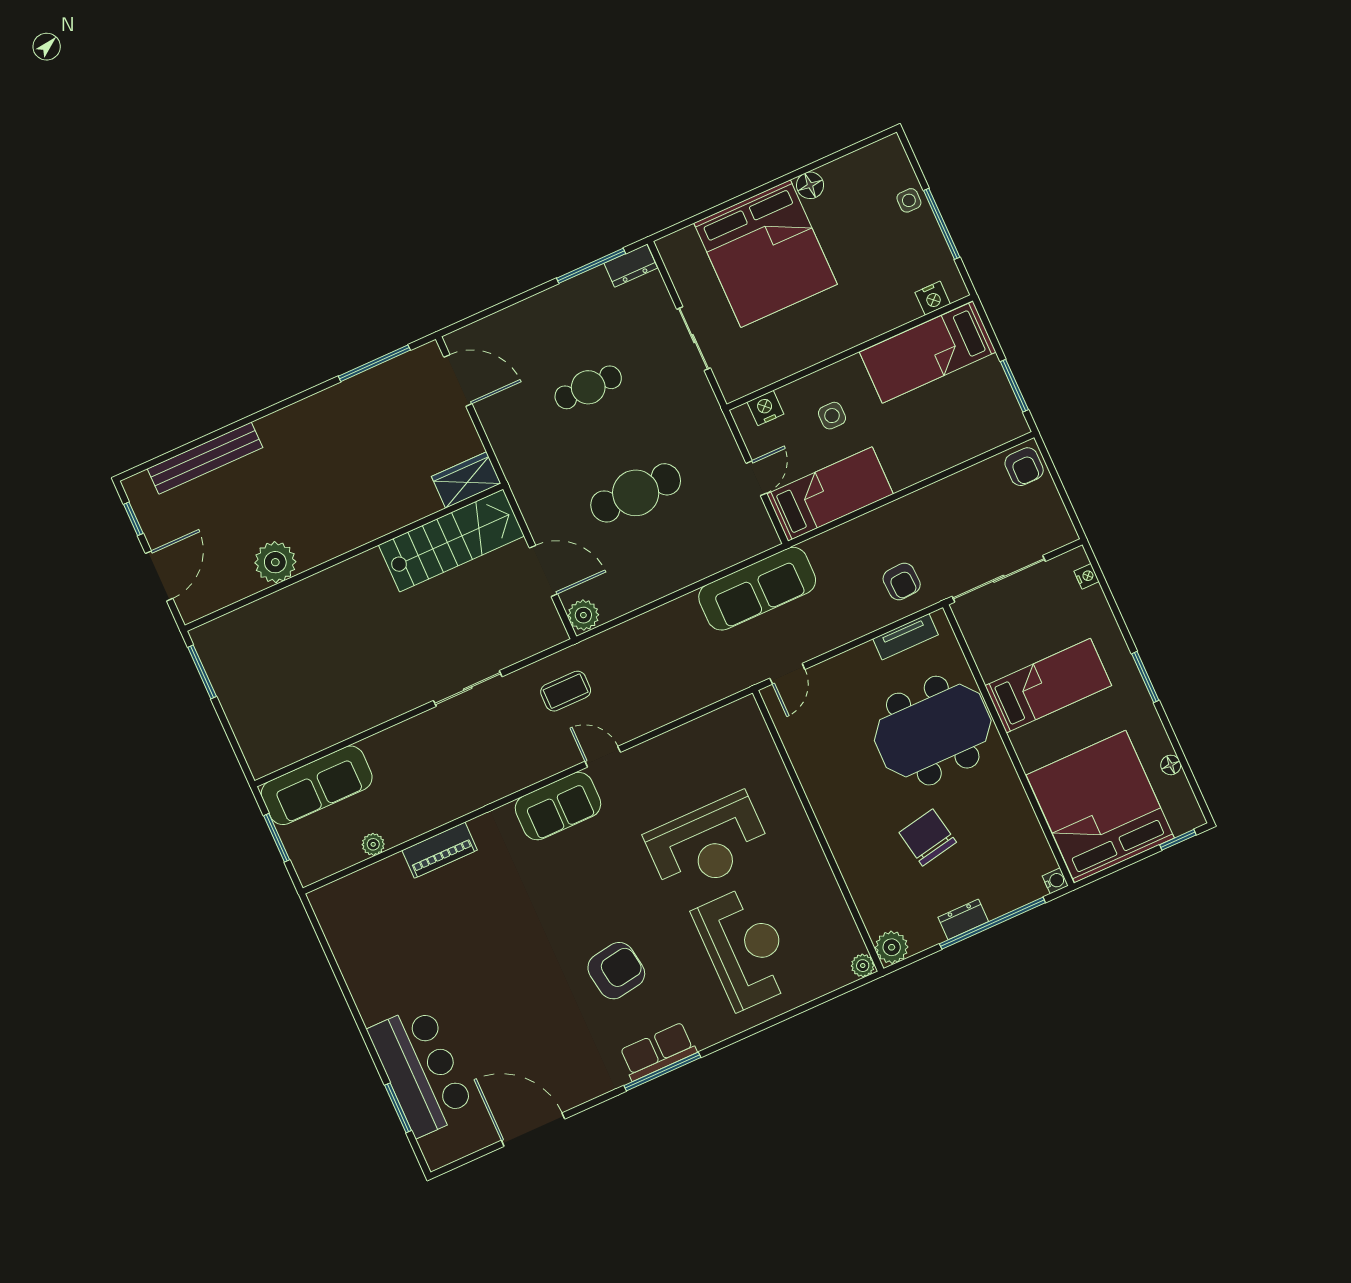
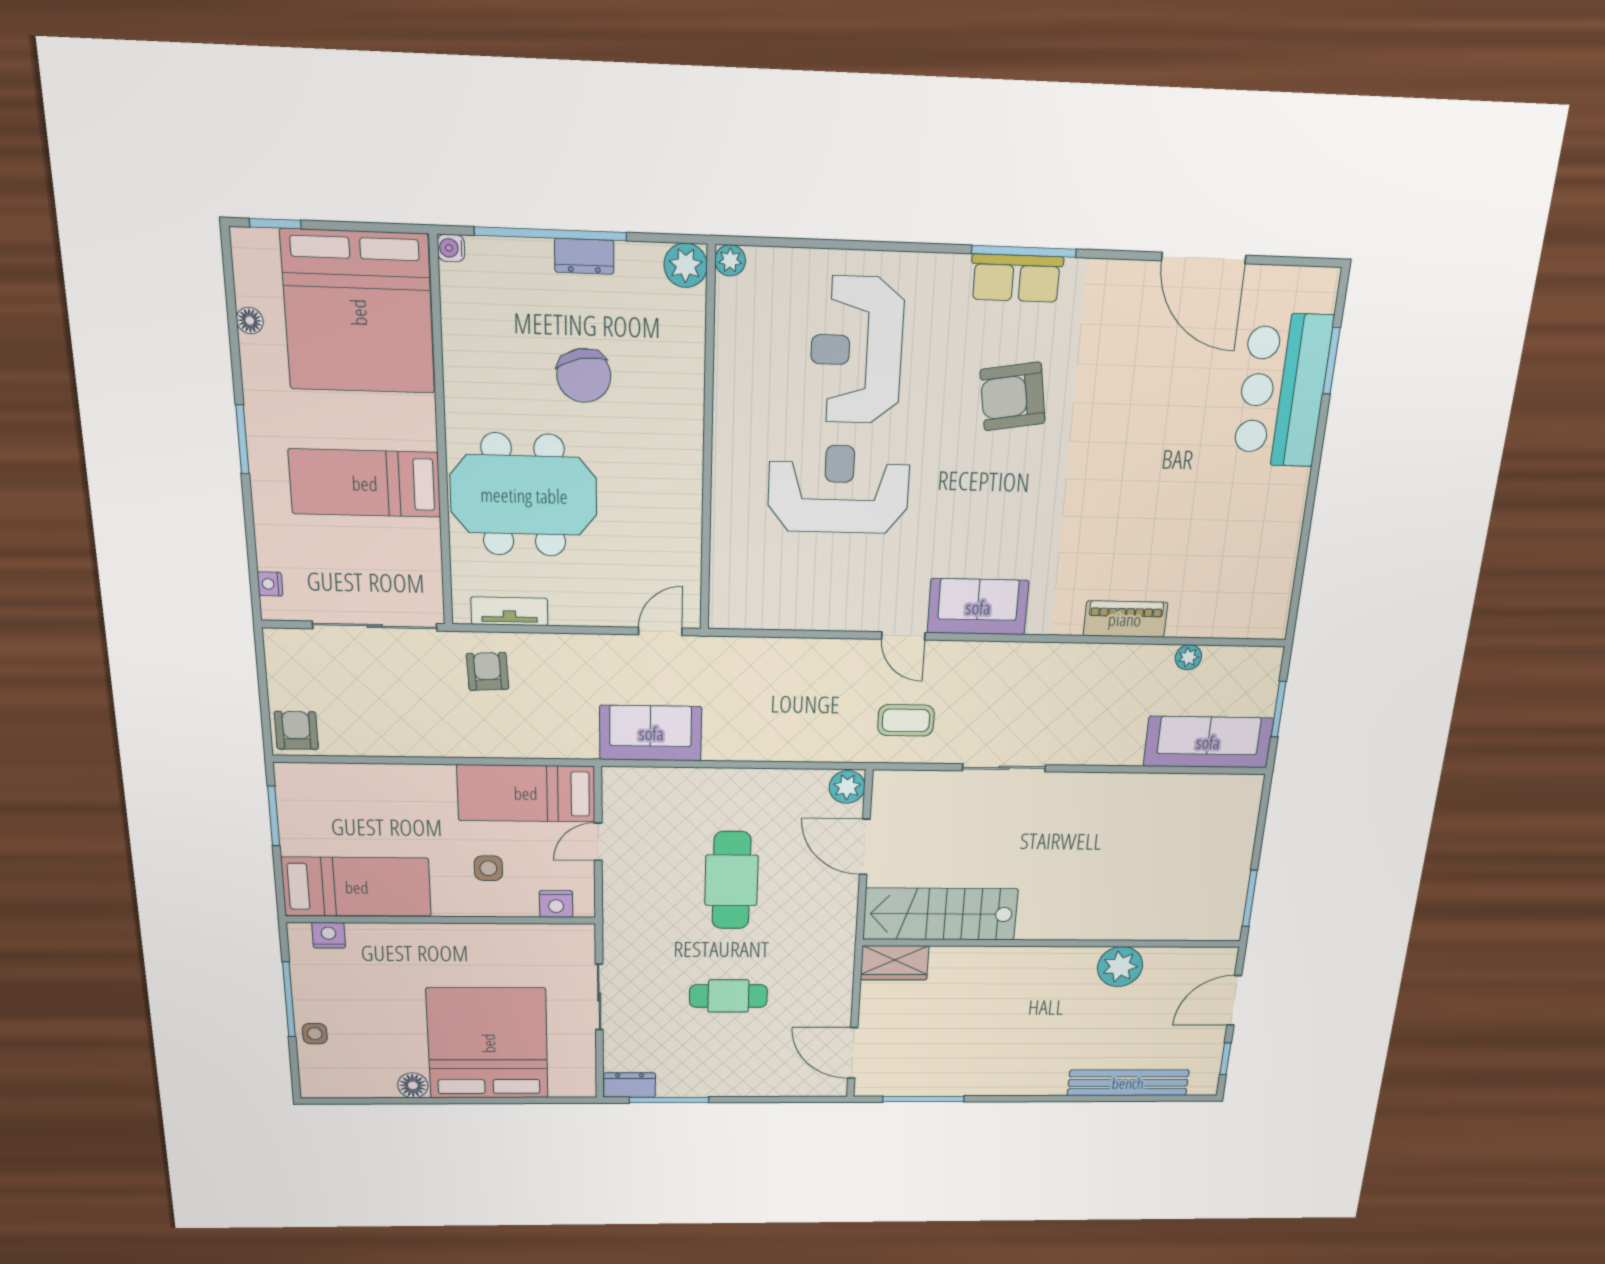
cafe table: (636, 493) -> (731, 880), turned 90
sofa: (757, 589) -> (651, 733), width x0.73

